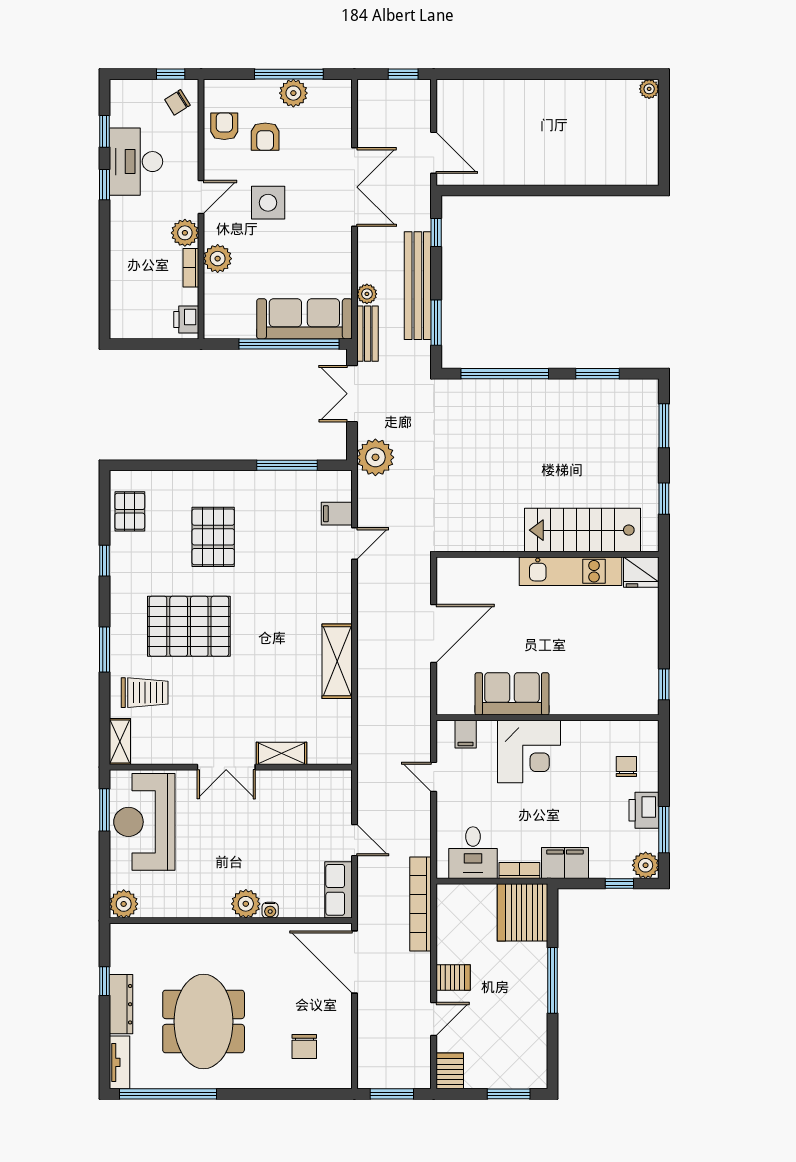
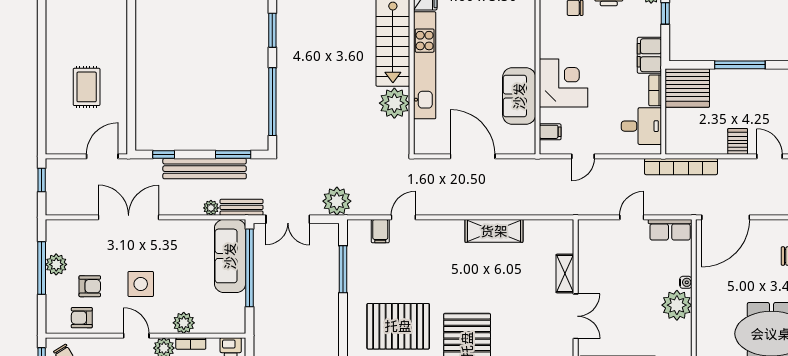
rug: (524, 132) -> (87, 87), added
plant: (503, 532) -> (394, 103), added
pallet: (213, 537) -> (398, 326), width x1.37, depth x1.41
door: (354, 544) -> (403, 217), hinge flipped
kitchen unit: (570, 571) -> (425, 65), width x1.36
plant: (246, 904) -> (677, 305), width x1.36, depth x1.36

